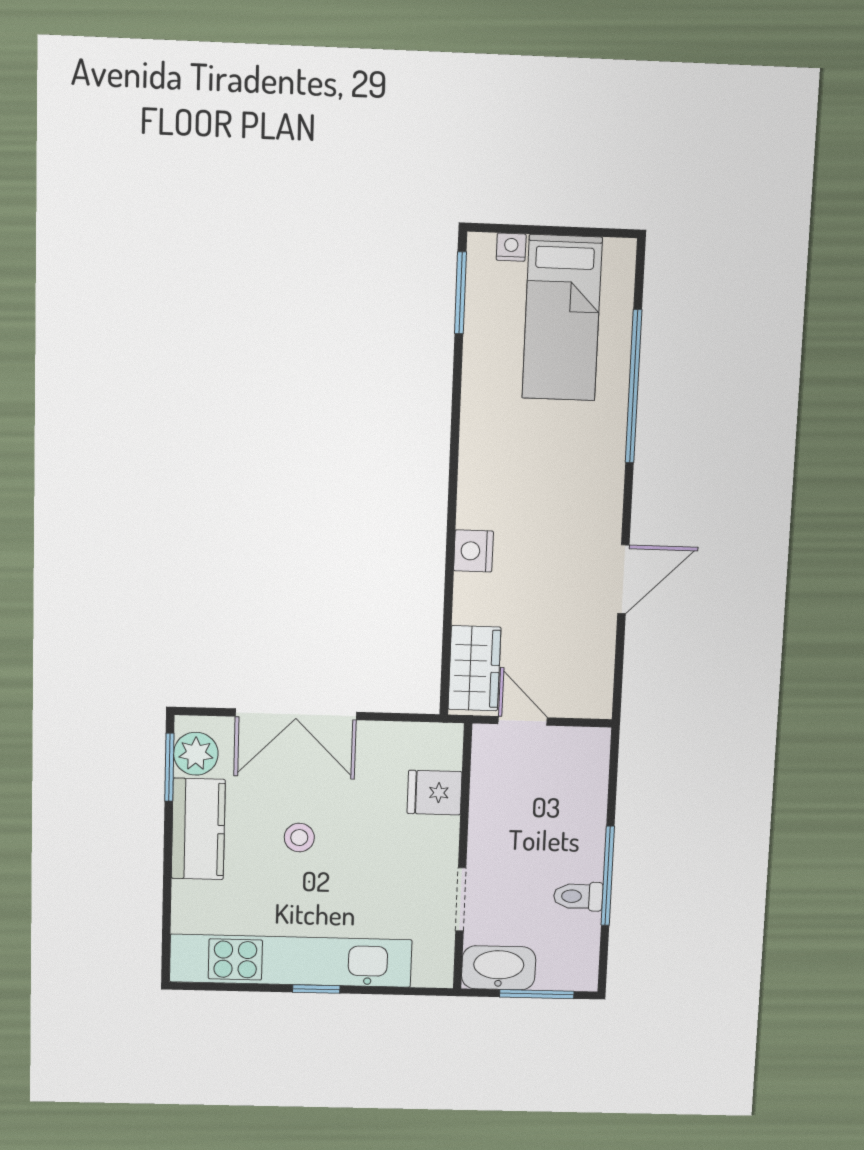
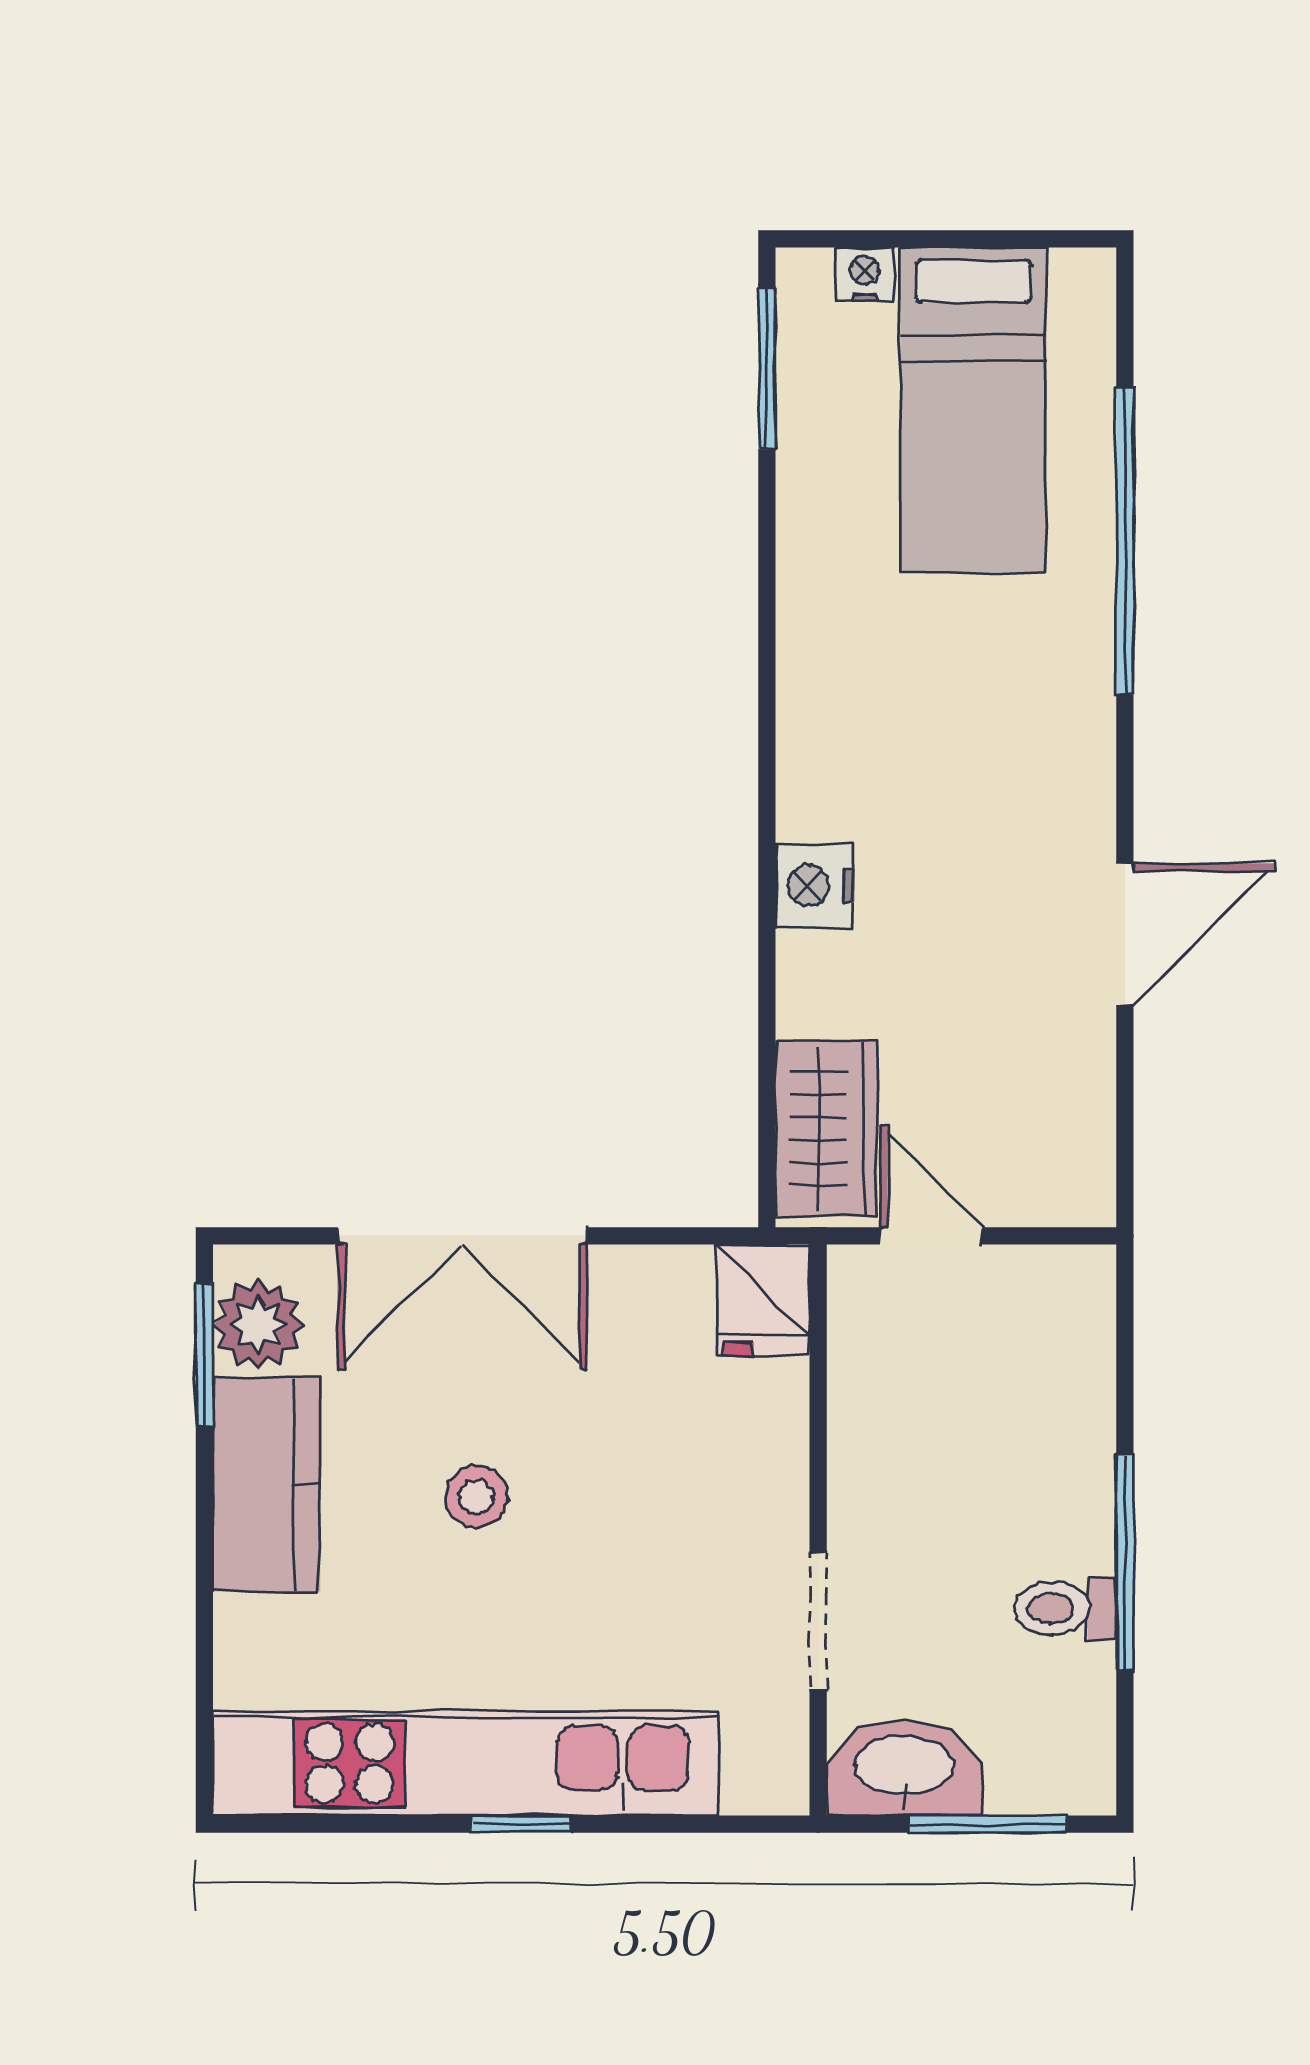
fridge: (434, 793) -> (763, 1300), moved, turned -90

